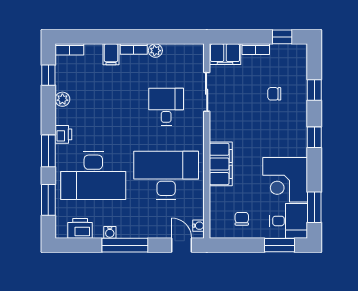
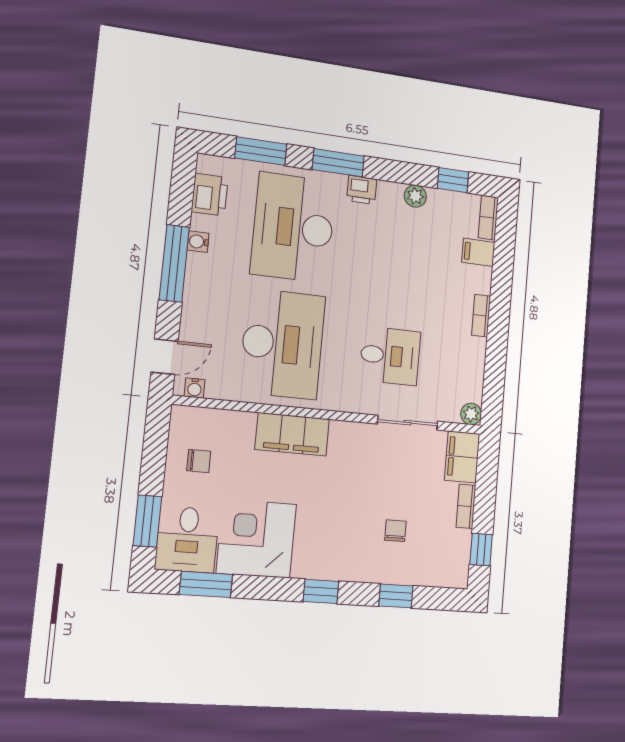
plant: (155, 51) -> (471, 414), moved
filing cabinet: (111, 54) -> (478, 252), moved

